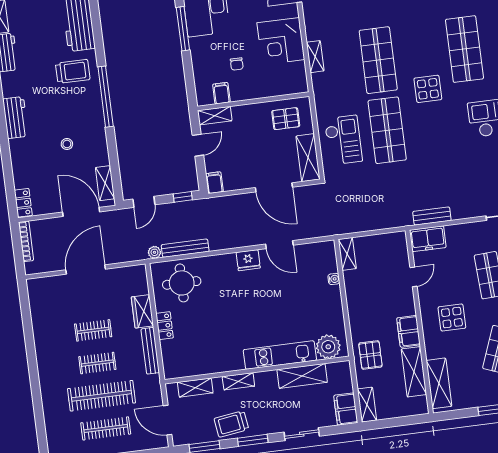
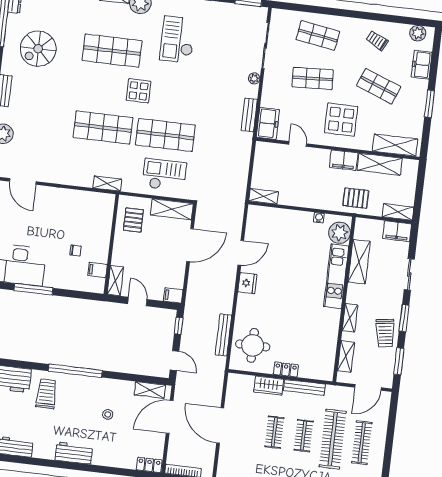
corner desk: (281, 41) -> (65, 207), removed
shelving: (315, 57) -> (107, 184), moved
plant: (154, 252) -> (254, 78), moved
water cooler: (334, 279) -> (319, 218), moved
display table: (452, 318) -> (341, 120), width x1.36, depth x1.36

